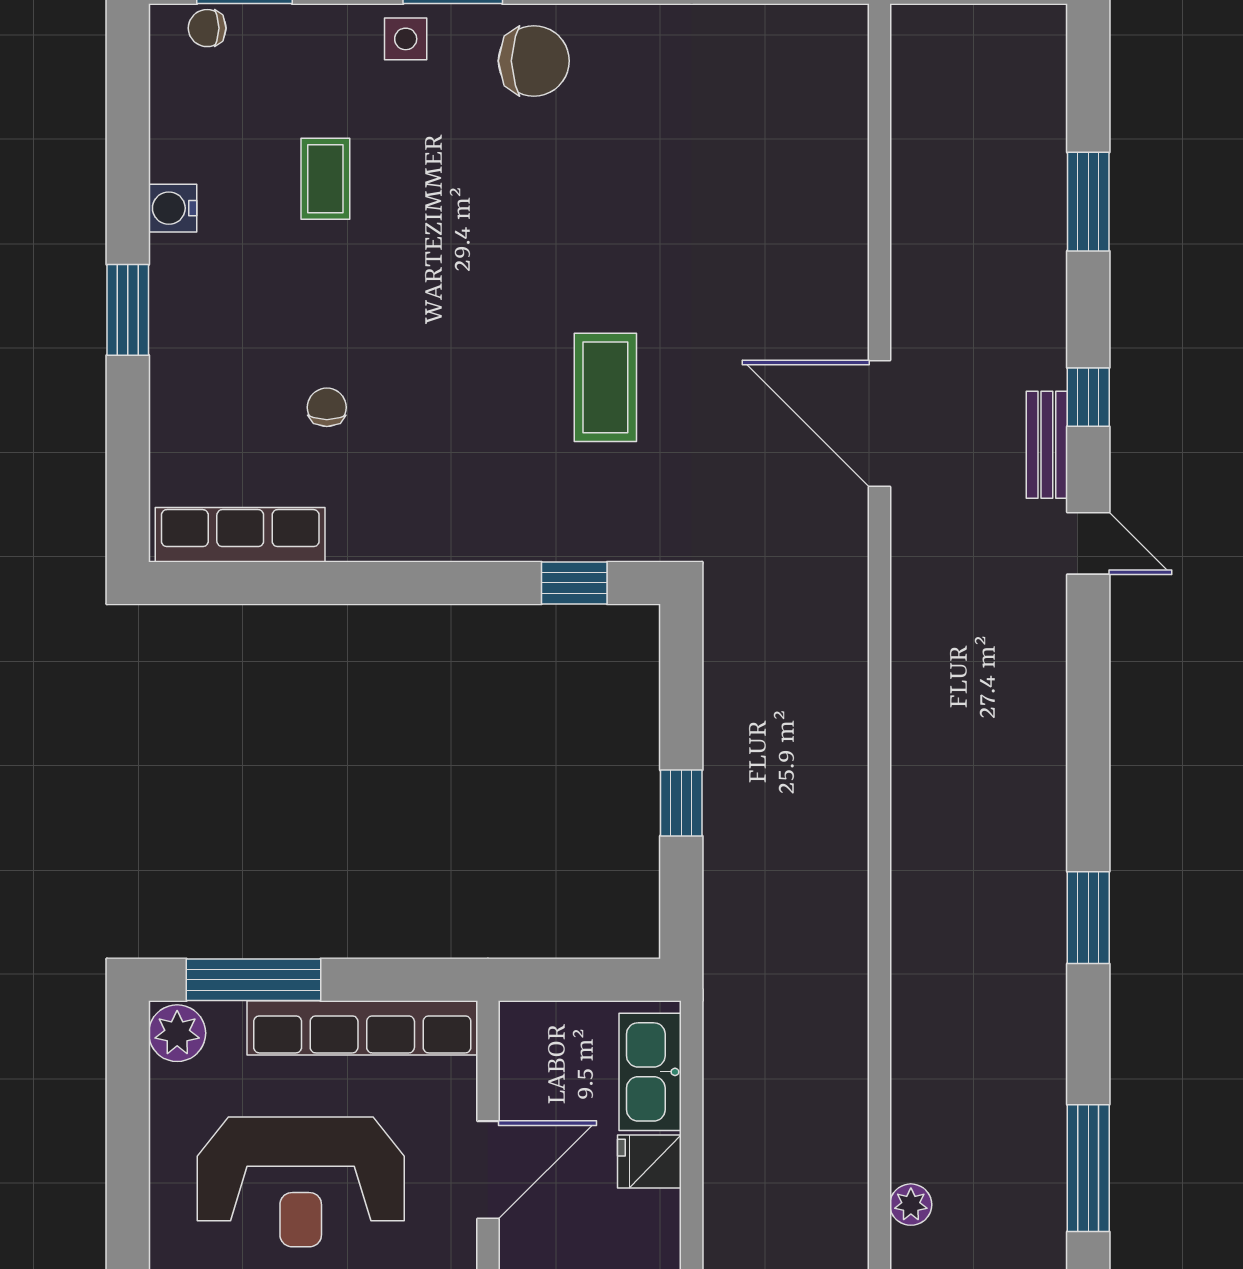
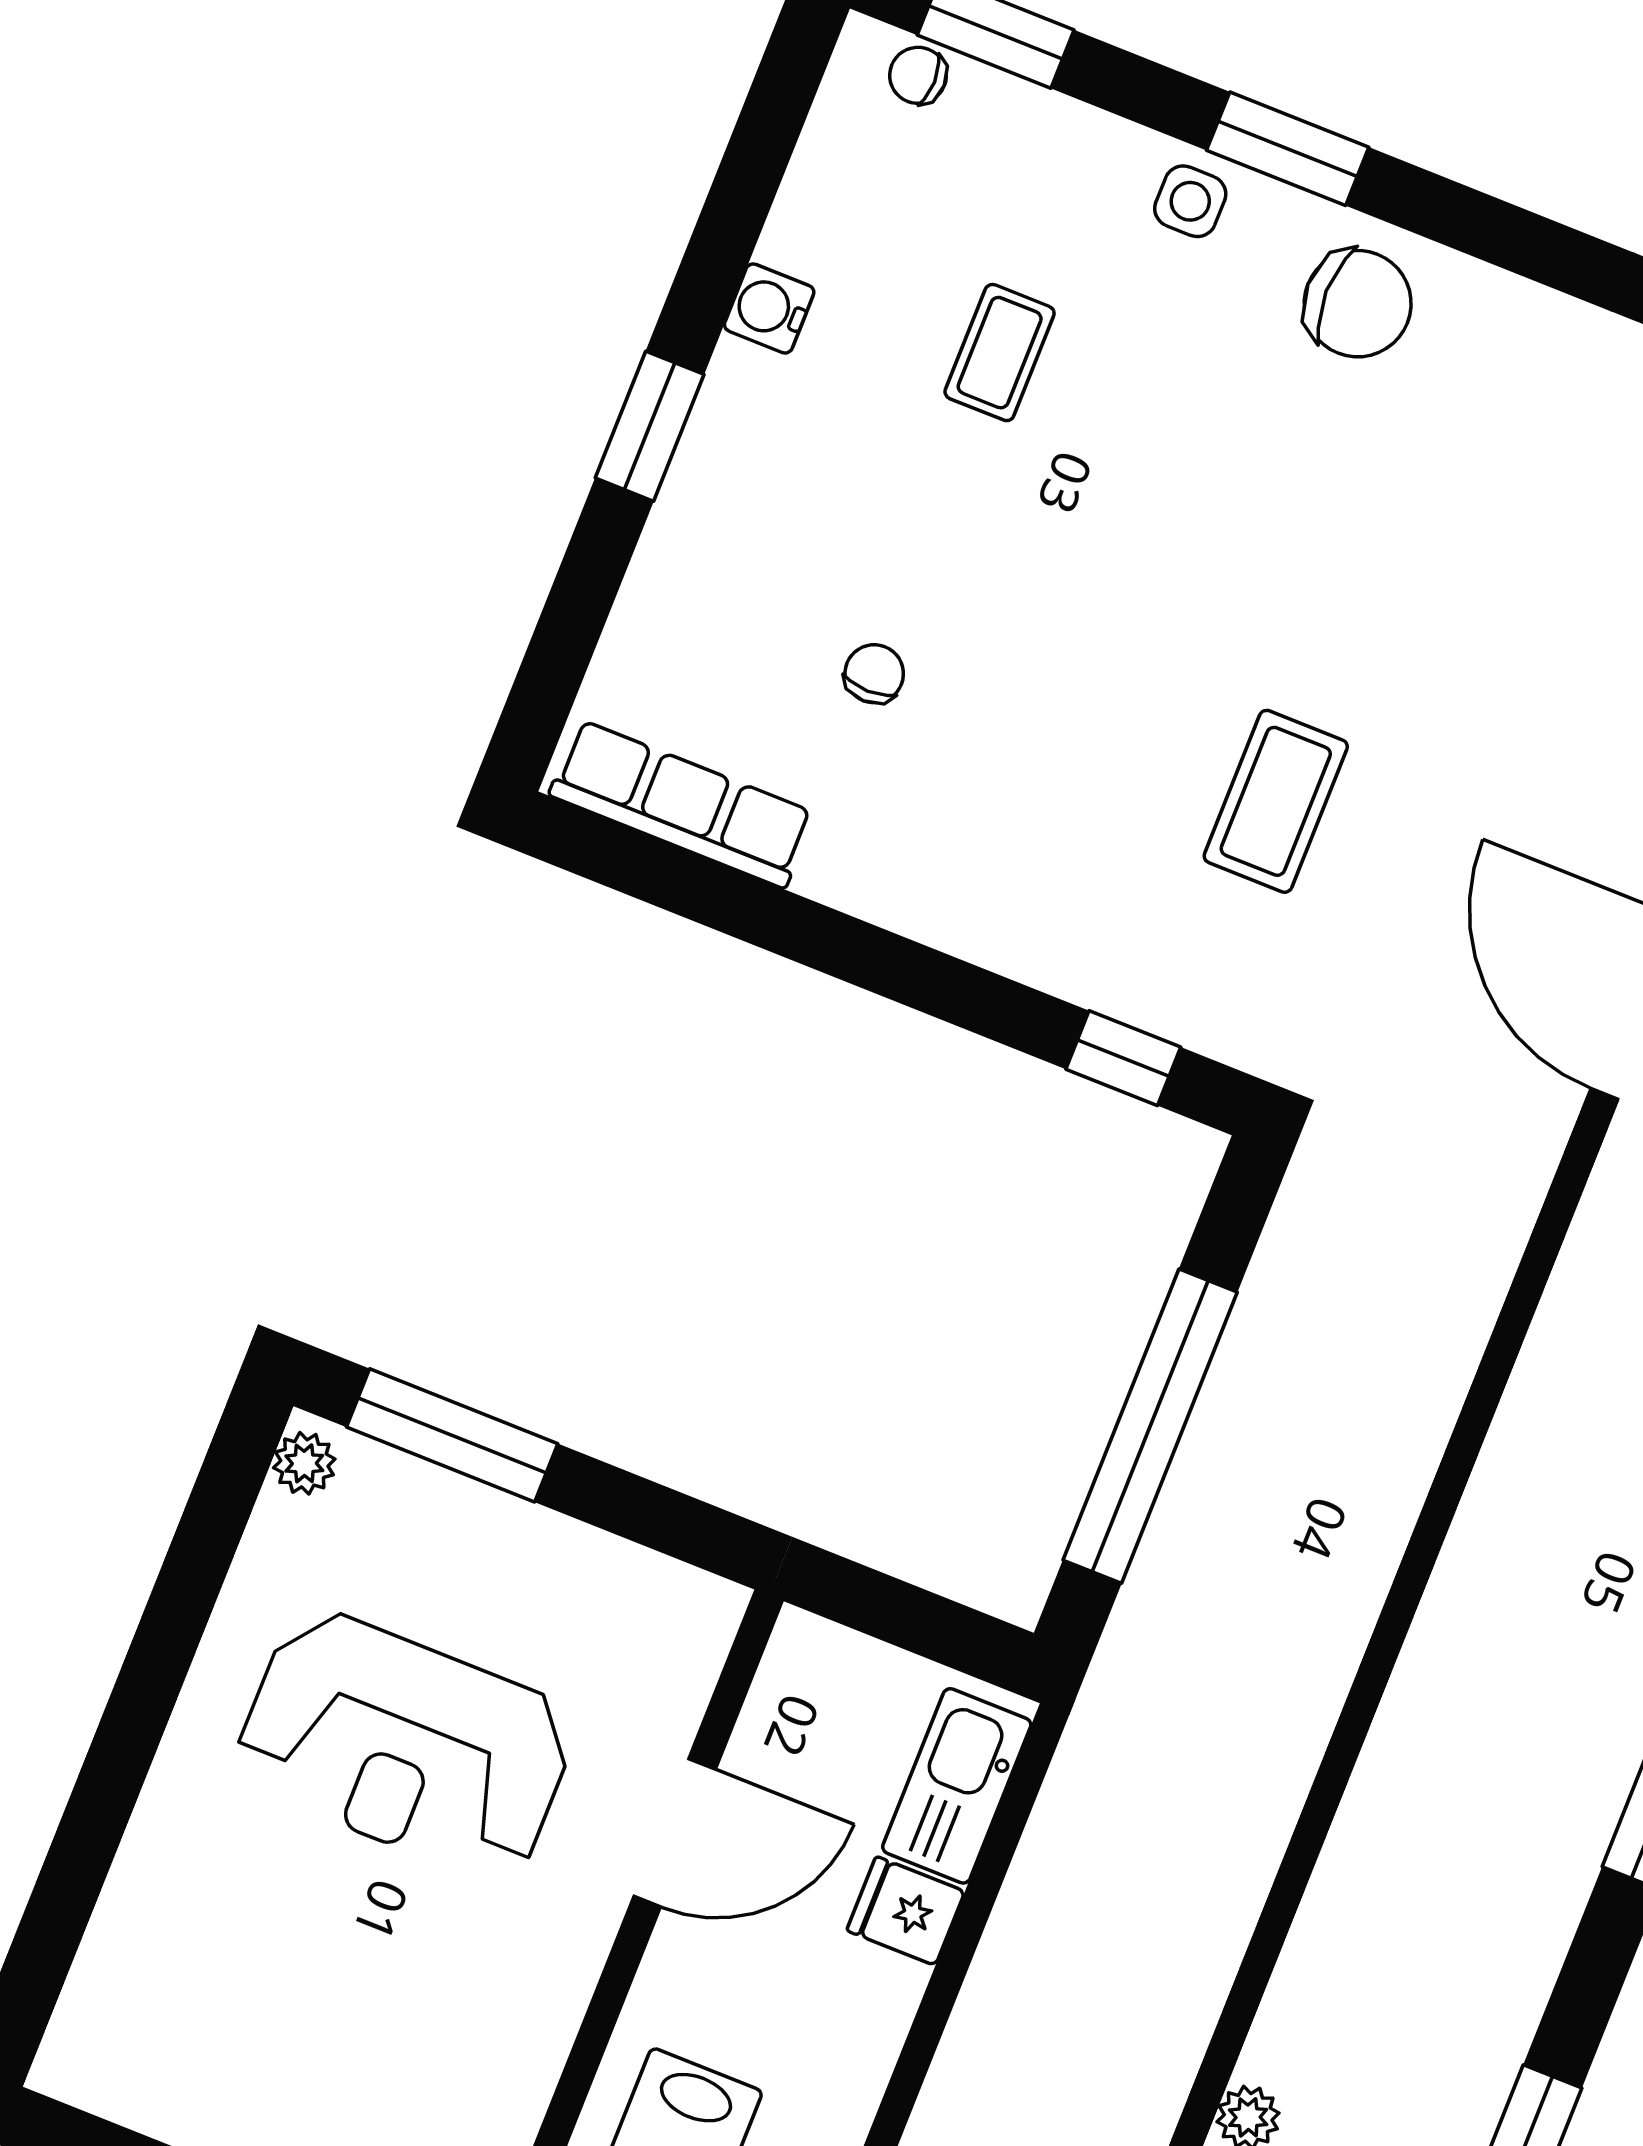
window: (681, 803) -> (1150, 1426), width x3.17
row of seats: (362, 1028) -> (578, 1564), removed
plant: (177, 1033) -> (304, 1463), width x0.73, depth x0.73

